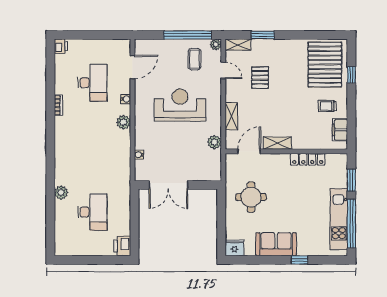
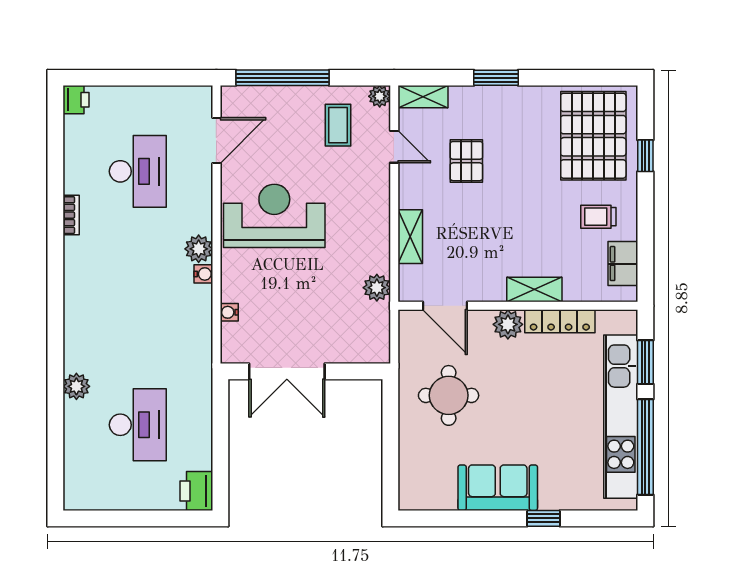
window: (188, 35) -> (282, 78), moved
window: (263, 35) -> (496, 78), moved
water cooler: (126, 99) -> (203, 274), moved
reception desk: (180, 105) -> (274, 216), moved
shelving: (277, 143) -> (534, 290), moved
door: (249, 151) -> (445, 306), swing flipped
plant: (281, 161) -> (508, 324), added
kitchen unit: (339, 219) -> (621, 417), width x1.36
fridge: (234, 248) -> (416, 495), removed

